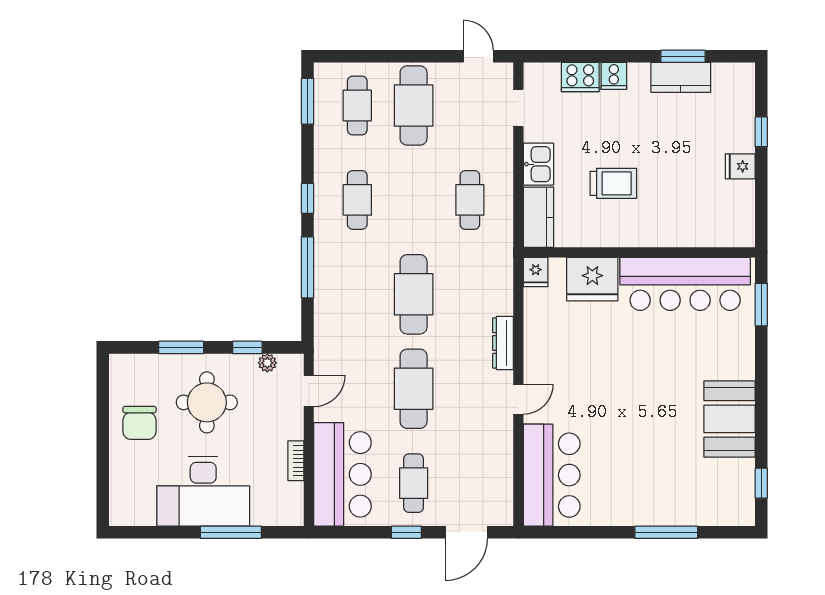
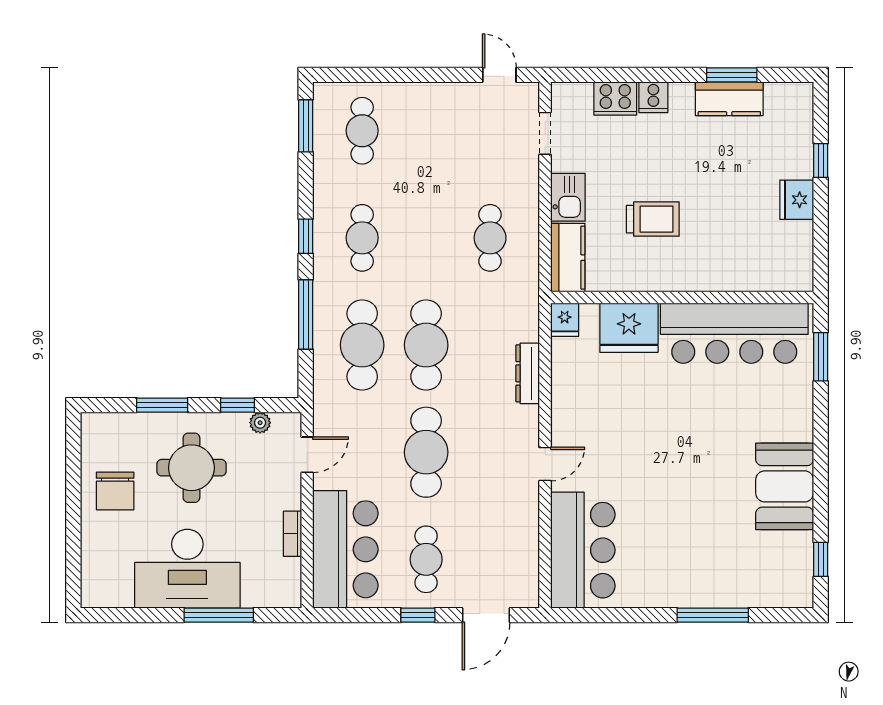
cafe table: (414, 106) -> (362, 345), moved
fridge: (740, 166) -> (797, 200), width x1.38
dresser: (503, 343) -> (528, 373), moved

